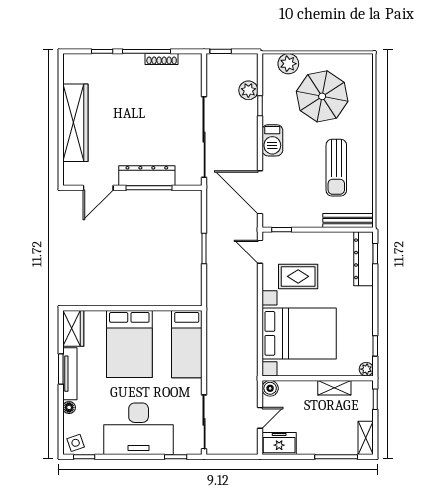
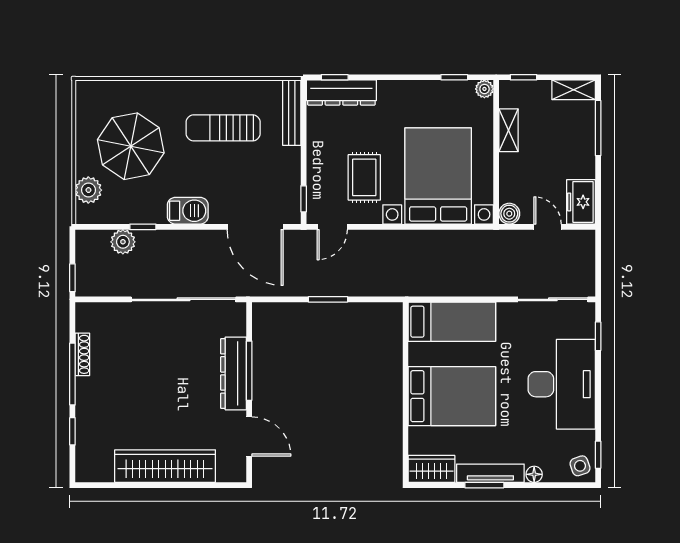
sun lounger: (336, 168) -> (223, 128), turned 180
door: (260, 192) -> (255, 227), hinge flipped

